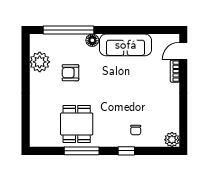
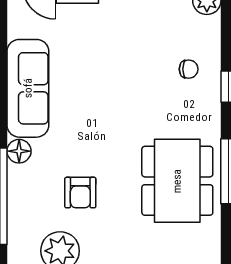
dining table: (77, 124) -> (177, 181), width x1.38

